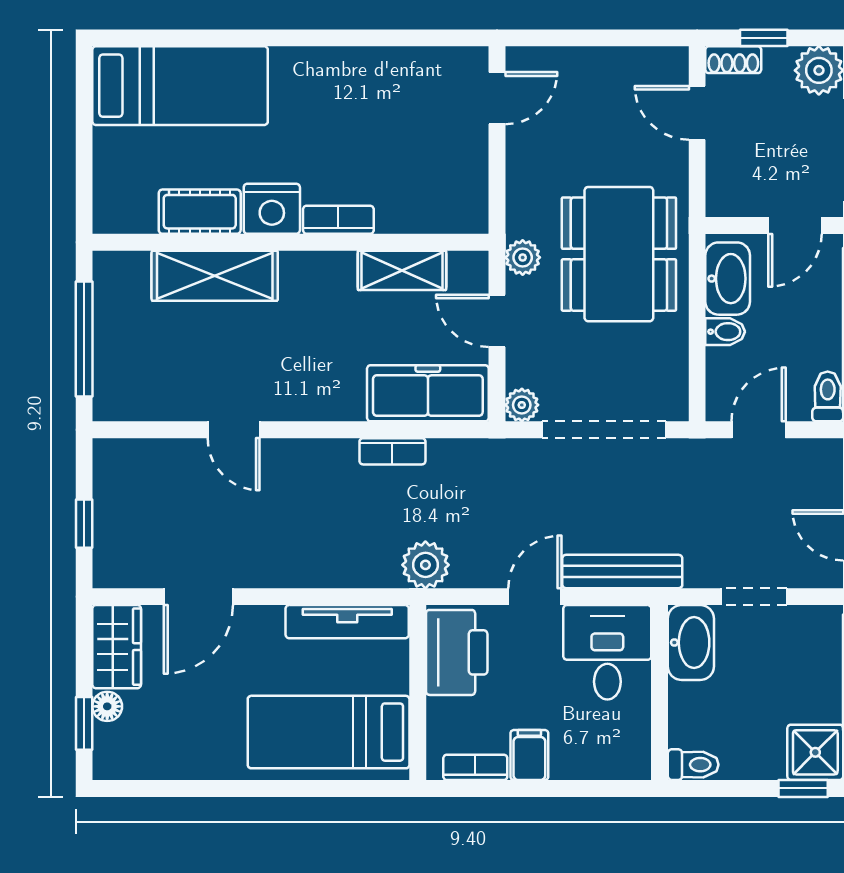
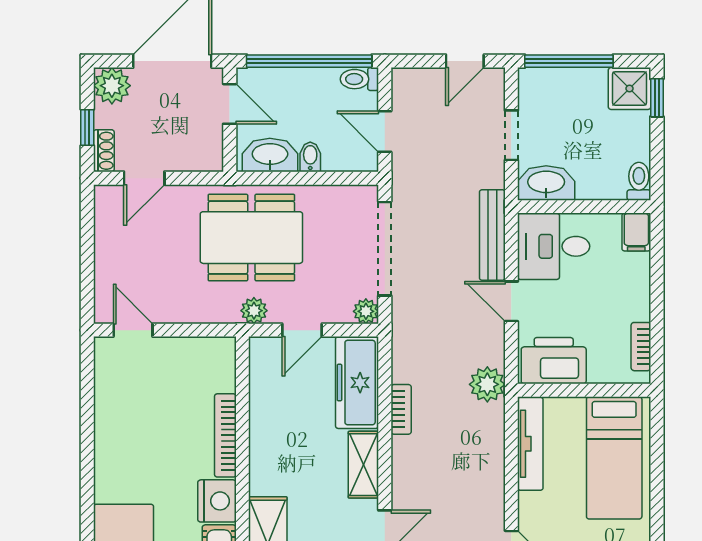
bookcase: (338, 220) -> (225, 435), width x1.56
shelving: (402, 270) -> (363, 465), moved
filing cabinet: (529, 755) -> (636, 232), moved, turned -90

